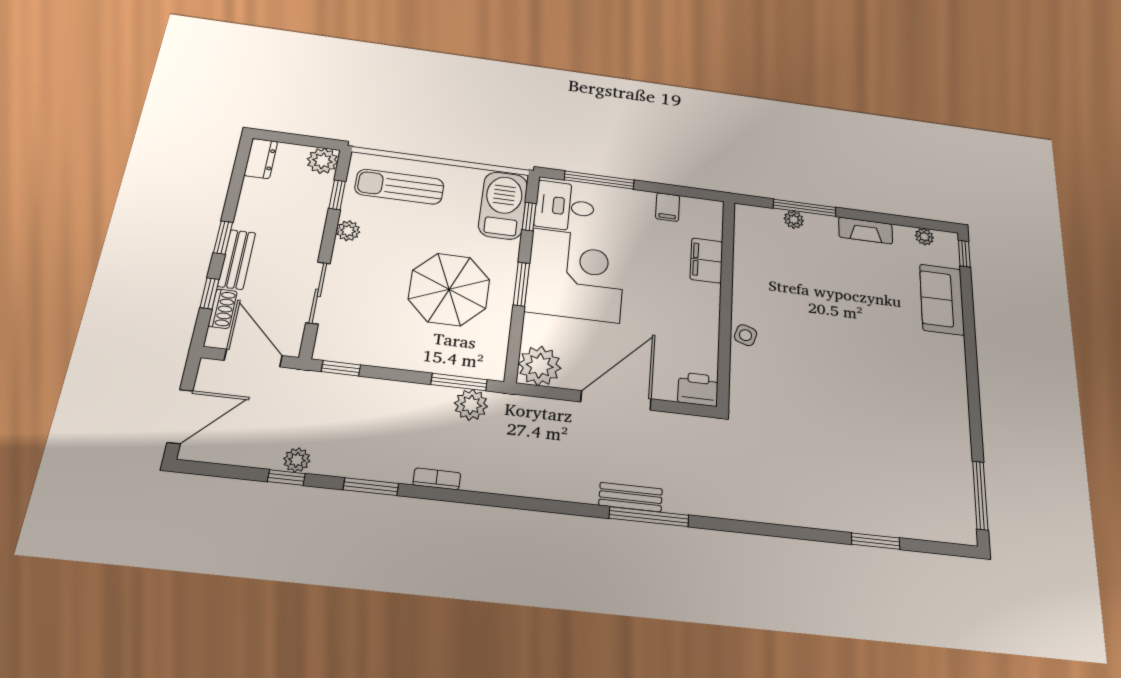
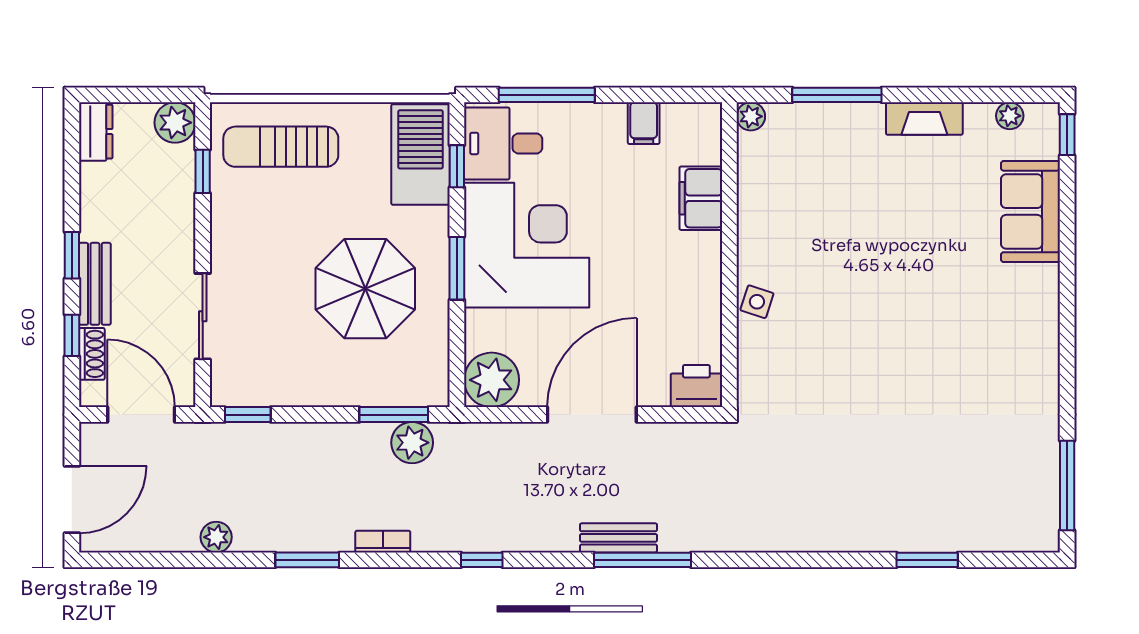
plant: (794, 220) -> (751, 116), moved
plant: (348, 231) -> (225, 223), removed
window: (286, 478) -> (482, 560), moved

